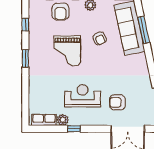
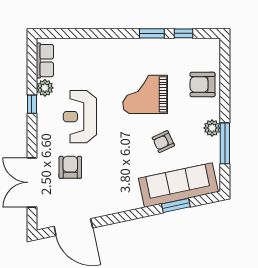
window: (144, 30) -> (176, 205), width x0.69
window: (25, 58) -> (152, 33), moved
reception desk: (83, 96) -> (80, 117), turned 180

